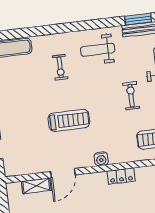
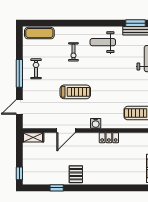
exercise bike: (131, 96) -> (36, 69), moved
shelving: (36, 186) -> (33, 137), moved

